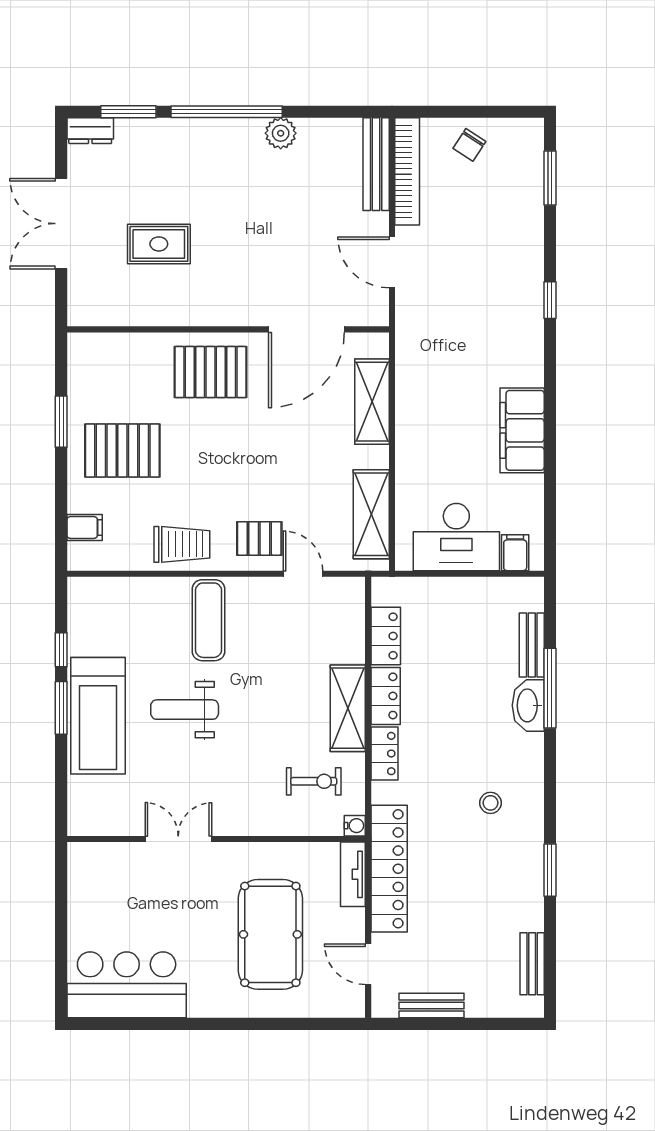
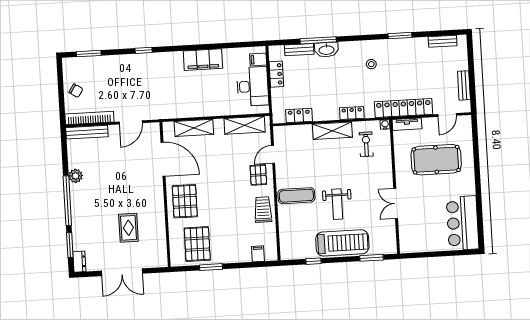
pallet: (122, 451) -> (197, 244), moved
locker: (386, 696) -> (276, 74), moved, turned 90
window: (61, 708) -> (371, 258), moved

